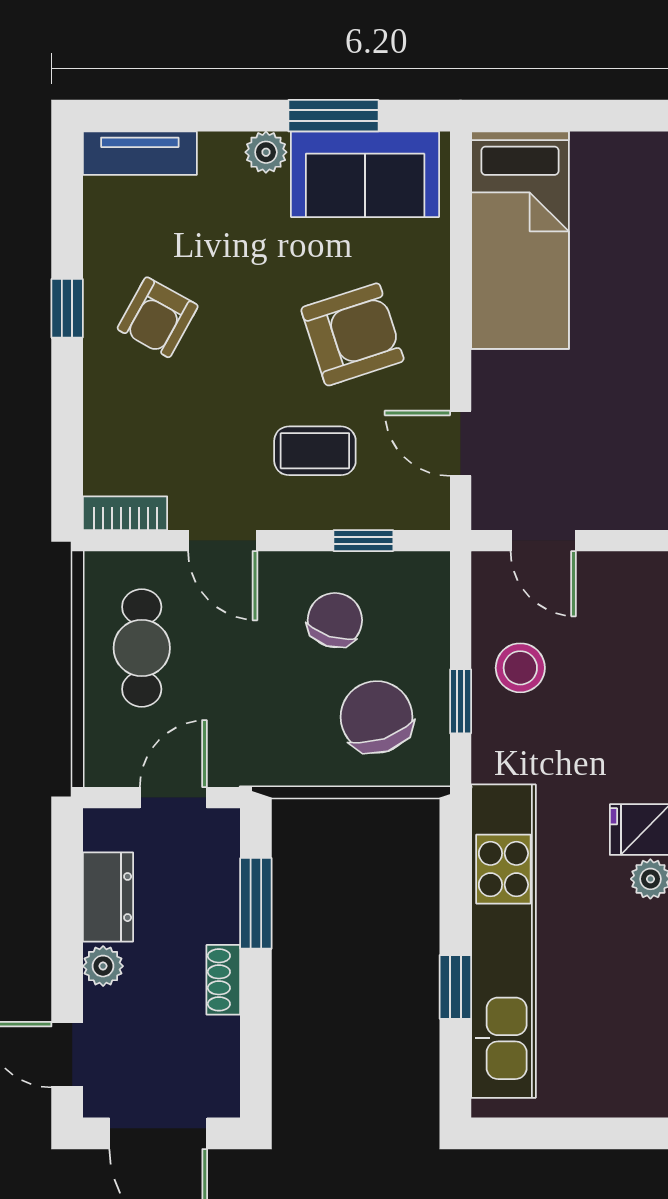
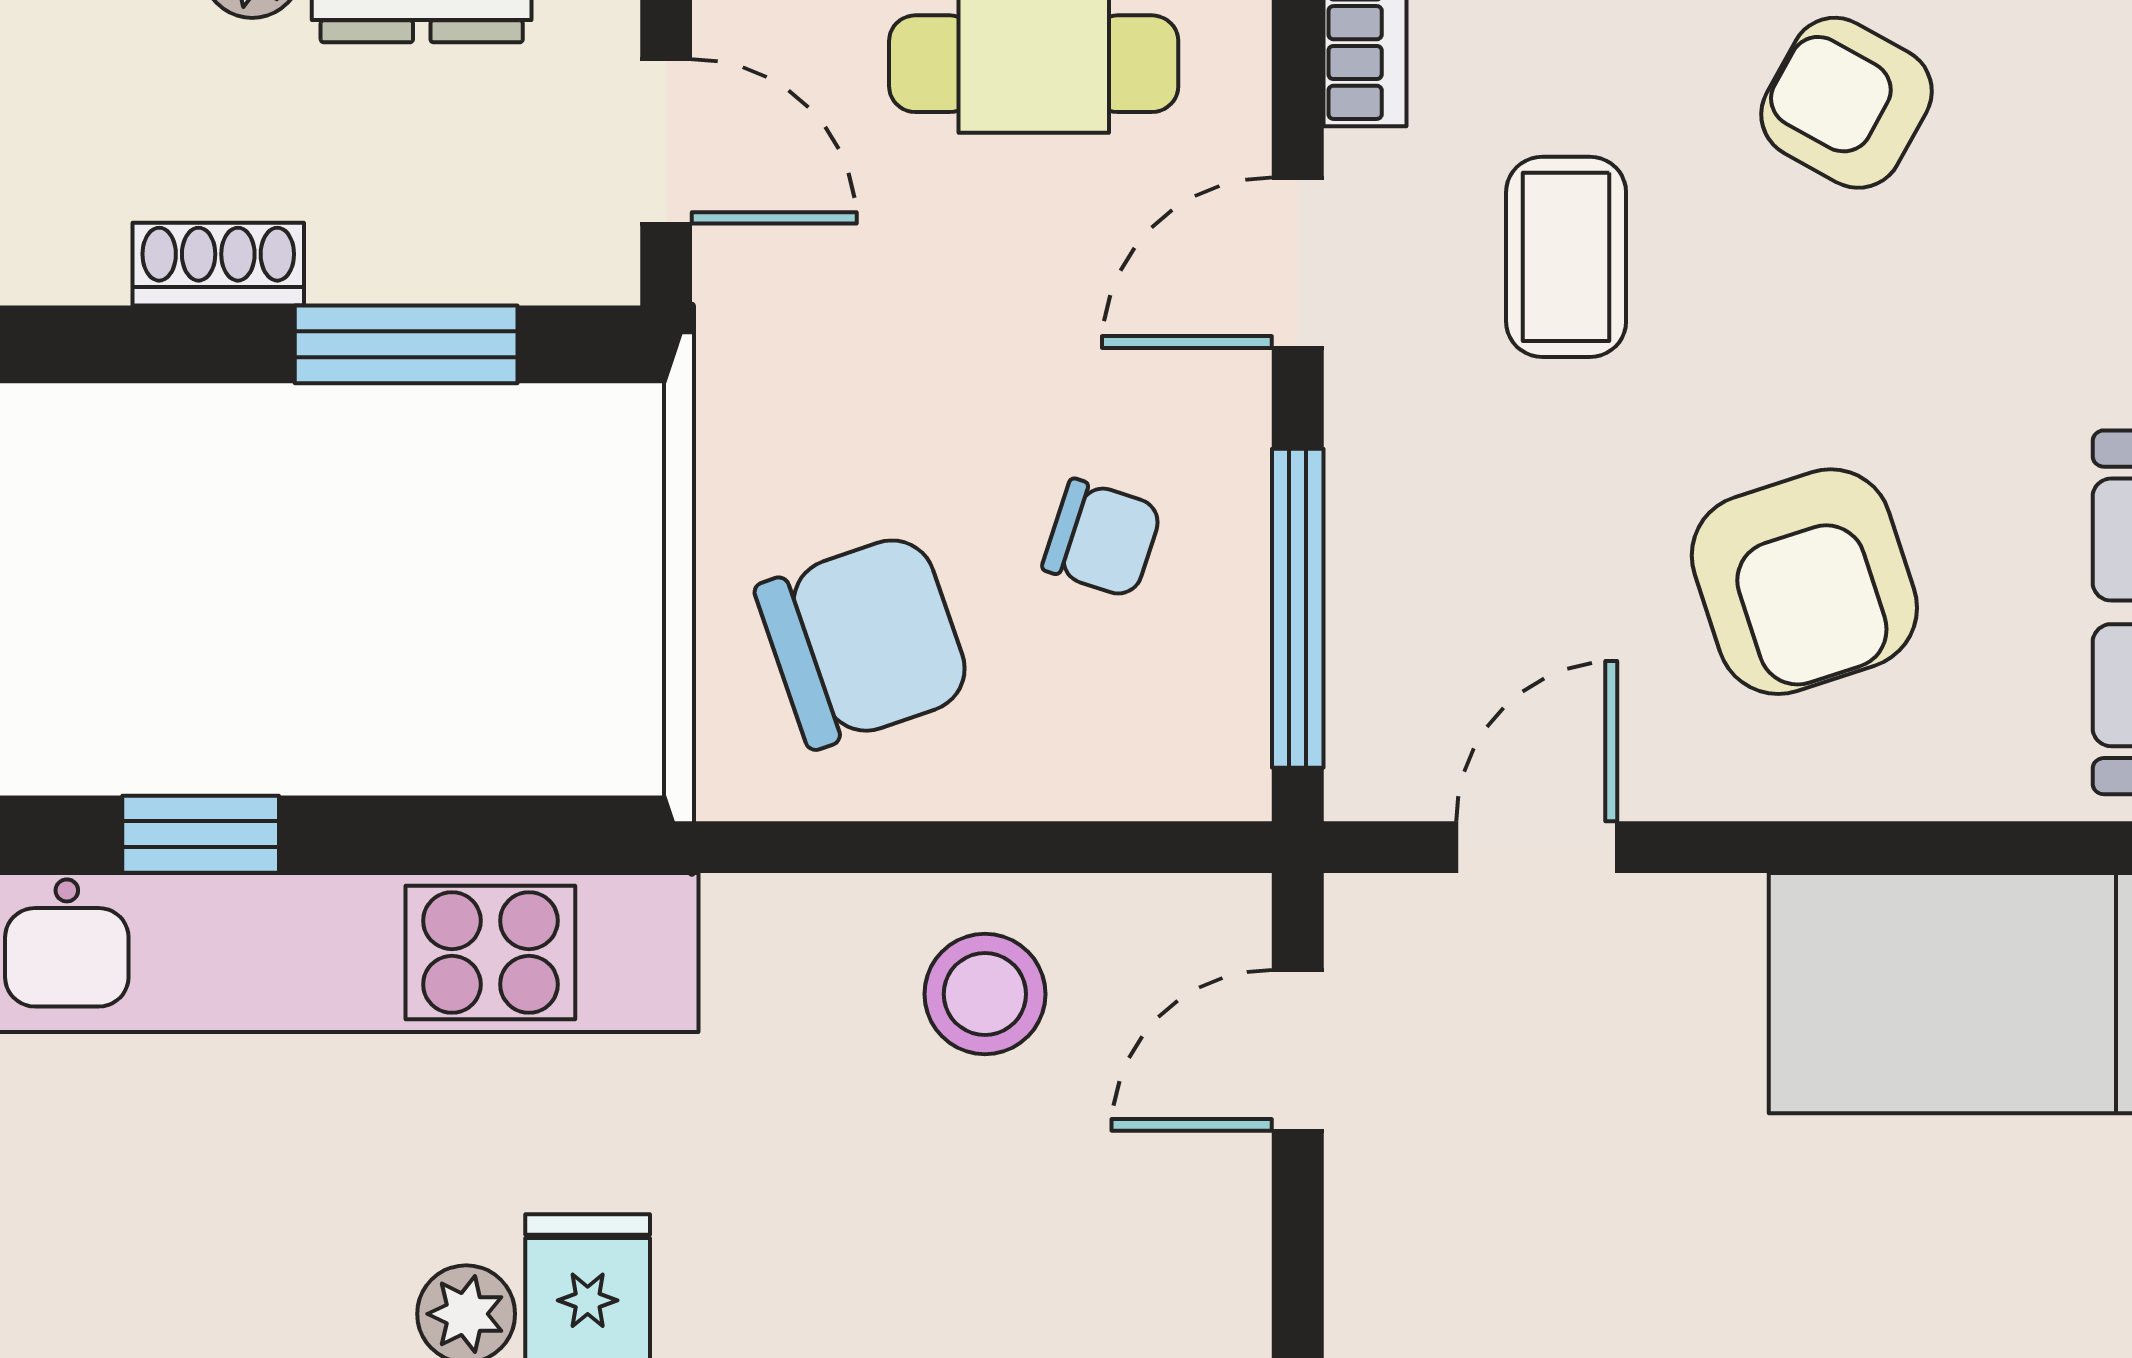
coffee table: (315, 451) -> (1566, 257), moved
window: (363, 541) -> (1298, 608), width x2.17
chair: (335, 620) -> (1102, 538), width x0.73, depth x0.73
window: (461, 701) -> (903, 847), removed

